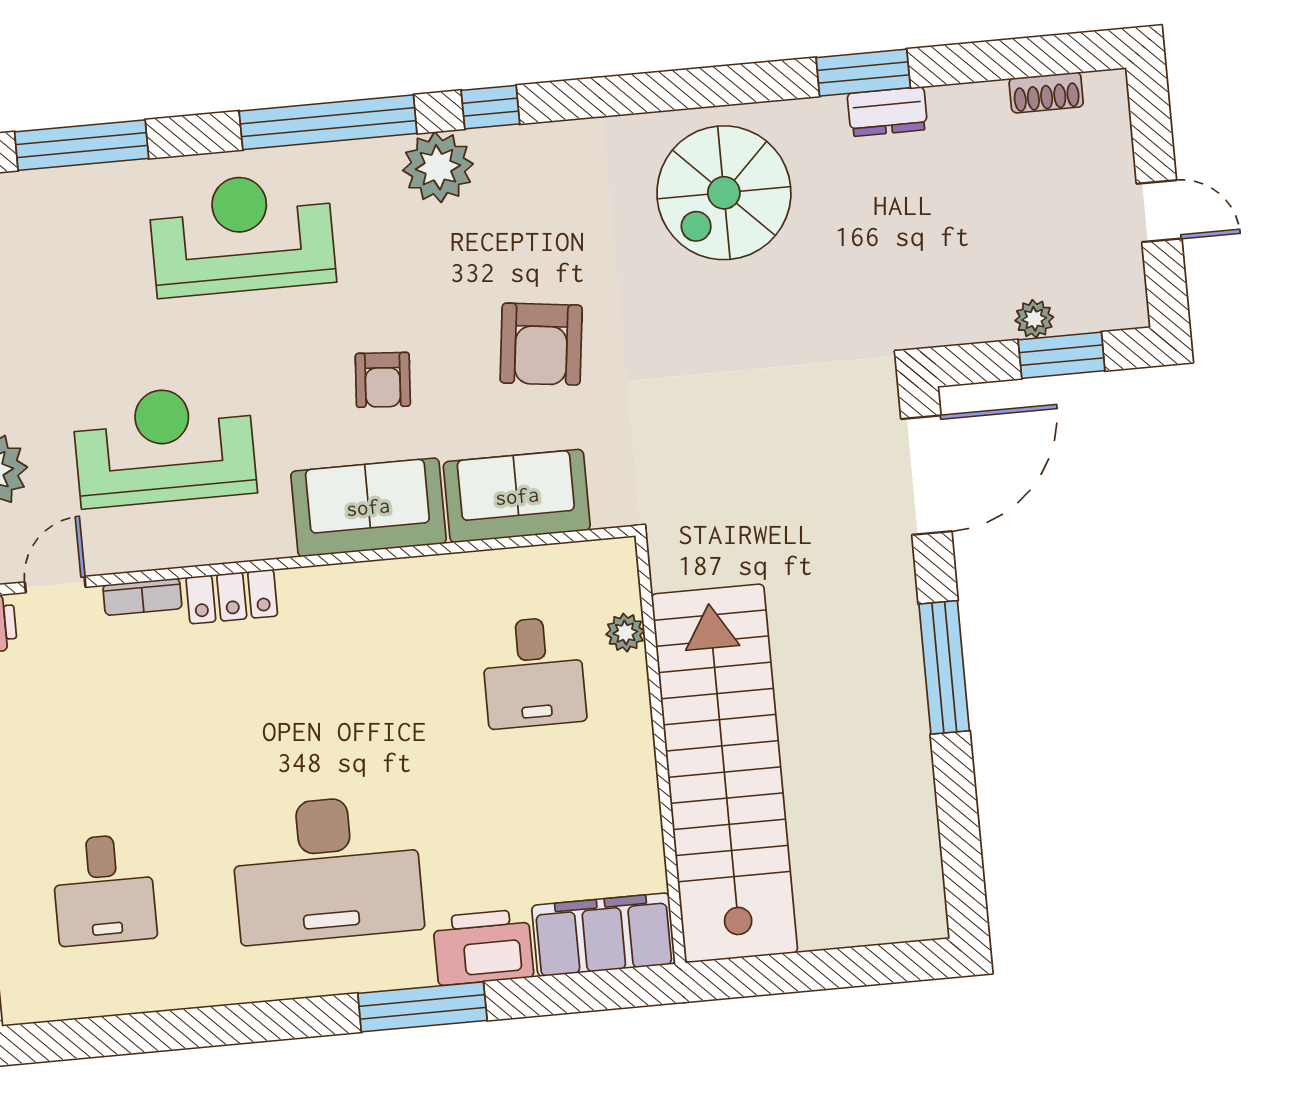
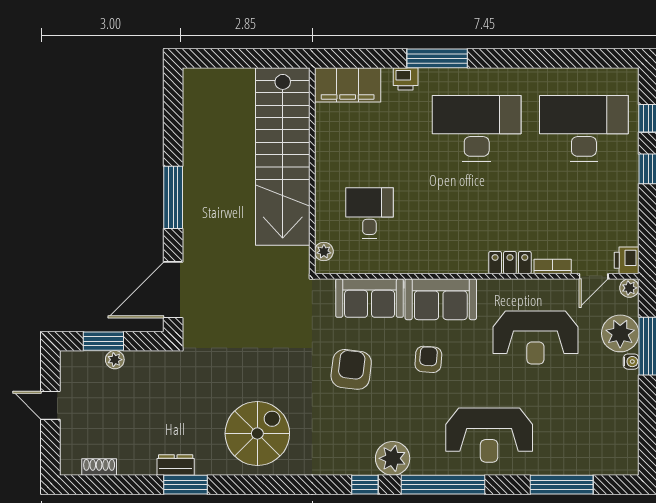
plant: (625, 633) -> (324, 251), moved
desk: (104, 890) -> (584, 129), width x1.87, depth x1.30
printer: (483, 947) -> (406, 79), width x0.53, depth x0.68

